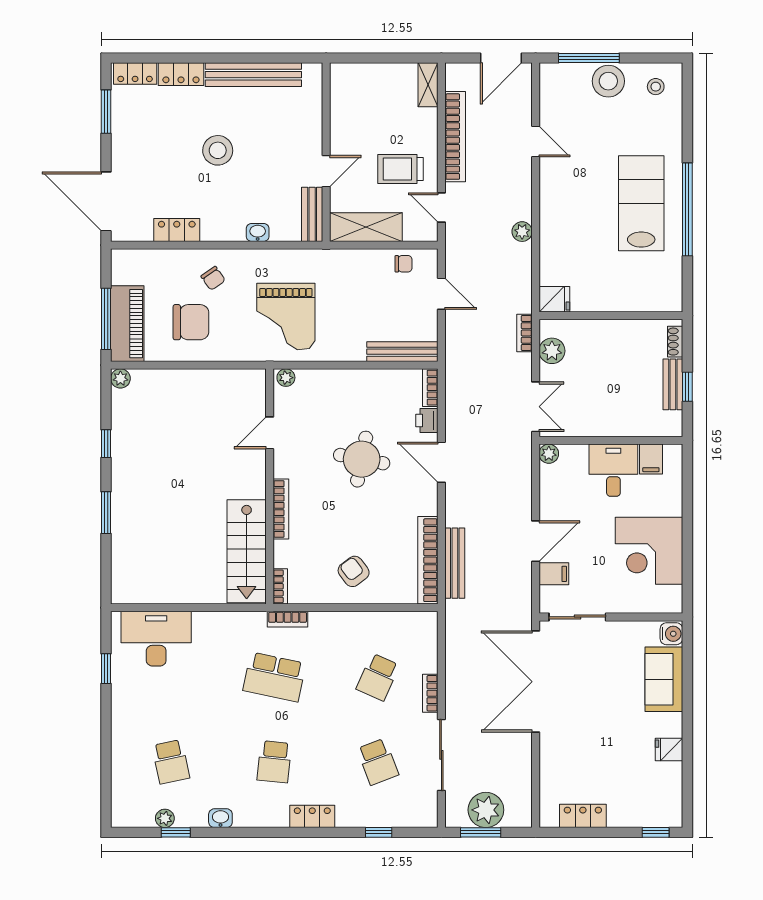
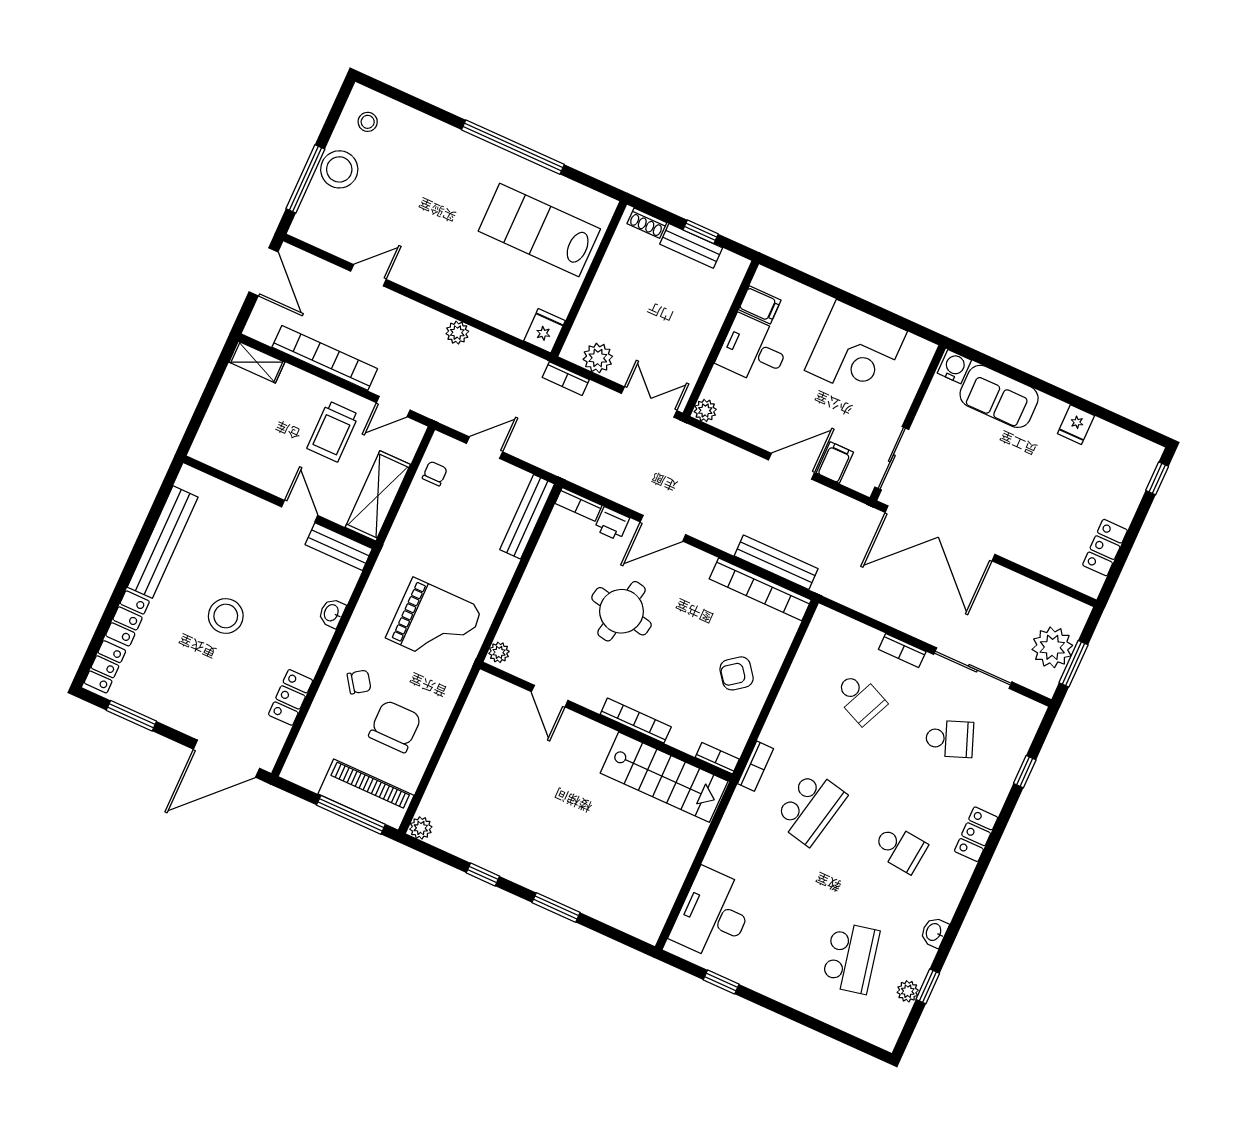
lab bench: (641, 203) -> (539, 230), moved
door: (536, 541) -> (791, 466), hinge flipped
school desk: (171, 762) -> (851, 958), width x1.85

